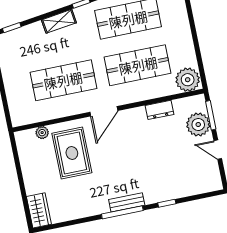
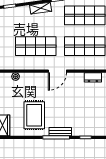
rug: (72, 153) -> (34, 115), moved

